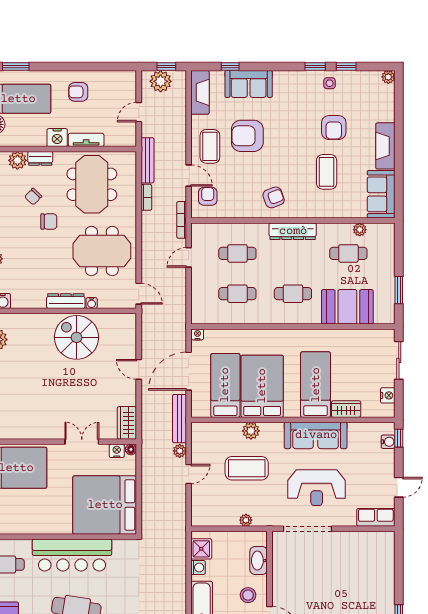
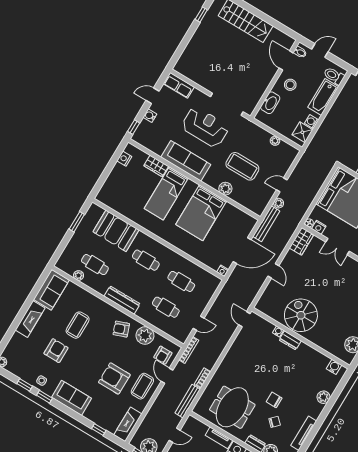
sofa: (249, 84) -> (71, 398), moved
armchair: (247, 136) -> (114, 378), turned 180
plant: (242, 206) -> (145, 335), added
meeting table: (102, 251) -> (252, 361), removed
dresser: (66, 301) -> (290, 340), width x0.70
spiral stairs: (77, 337) -> (301, 315), turned 180
sliding door: (399, 360) -> (104, 177), removed
bed: (225, 385) -> (224, 227), removed
water cooler: (388, 442) -> (150, 116), moved
plant: (246, 520) -> (275, 141), moved

